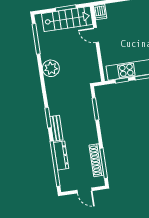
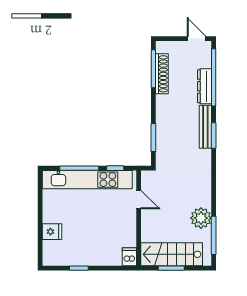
door: (96, 35) -> (139, 200), moved
plant: (51, 68) -> (201, 218), moved
bench: (56, 128) -> (205, 127), width x1.36
door: (84, 190) -> (196, 39), moved

